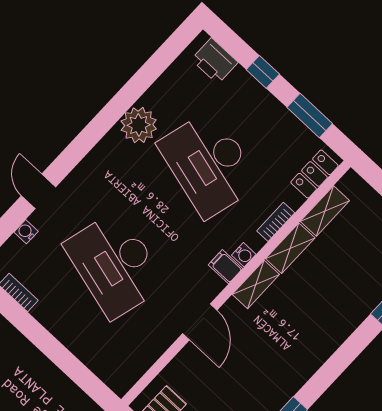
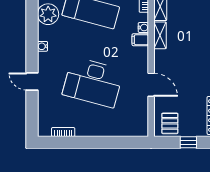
water cooler: (26, 232) -> (43, 46), moved
door: (200, 322) -> (151, 85), moved

